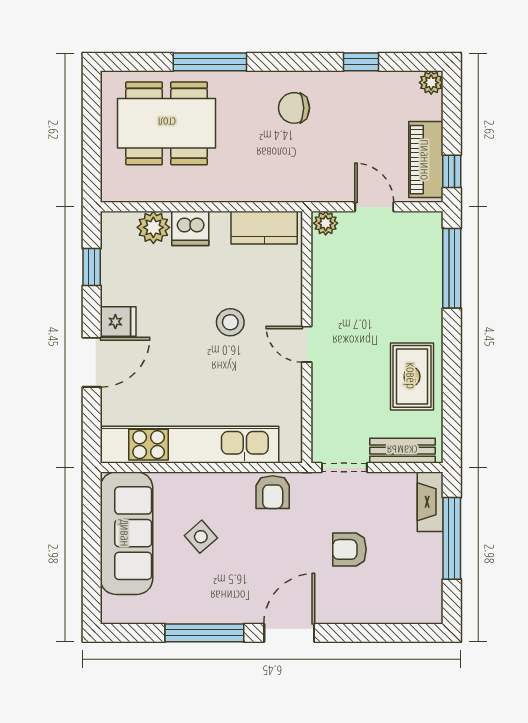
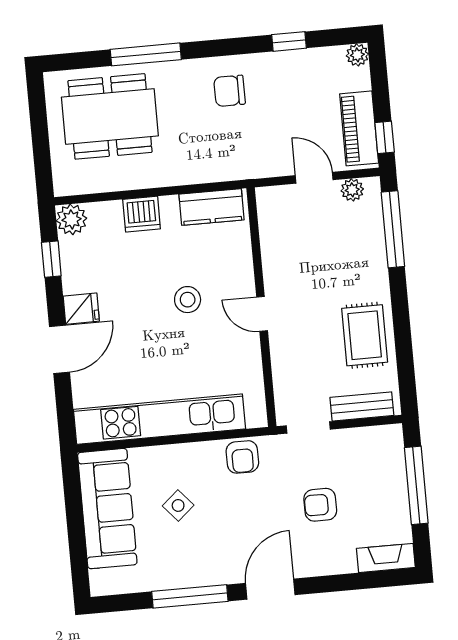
plant: (326, 223) -> (352, 190), moved
plant: (153, 227) -> (72, 219), moved
fireplace: (430, 502) -> (386, 558), moved, turned 90

